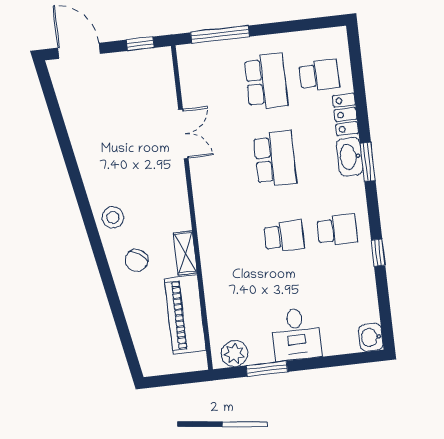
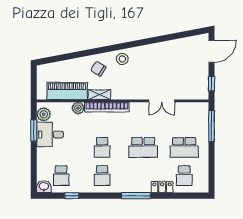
washbasin: (350, 157) -> (140, 187), removed
window: (368, 162) -> (136, 196), width x1.44
bookcase: (207, 236) -> (107, 107), added
window: (378, 253) -> (72, 196), moved
plant: (215, 290) -> (78, 108), added
school desk: (346, 307) -> (61, 176), added
desk: (296, 334) -> (50, 134), moved

